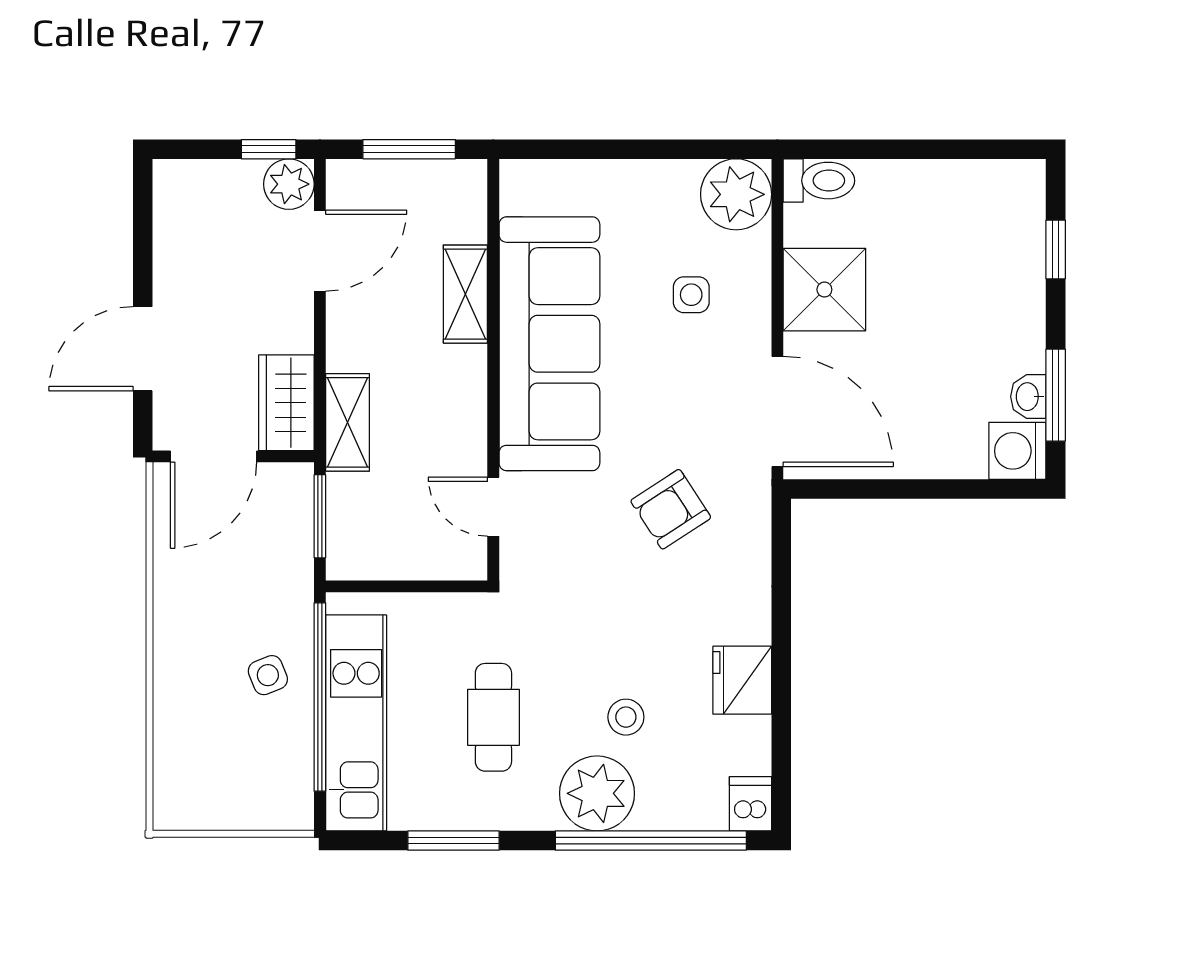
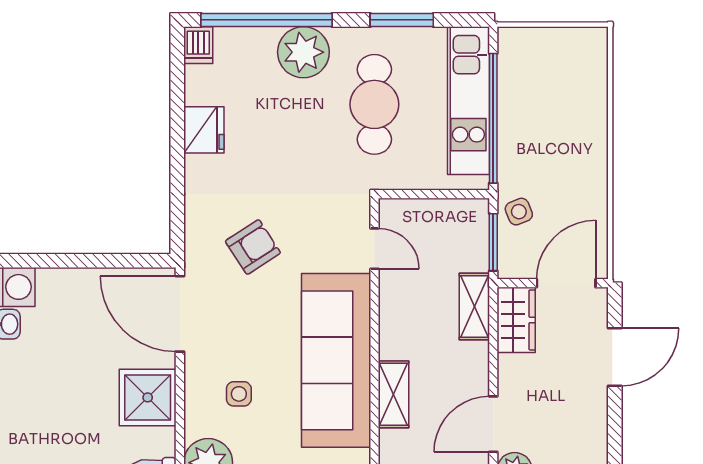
side table: (268, 675) -> (519, 212), moved
cafe table: (493, 717) -> (374, 104), width x1.37, depth x1.35
stool: (626, 717) -> (284, 105), removed

